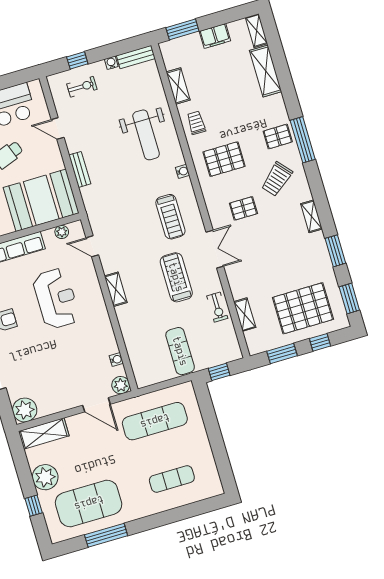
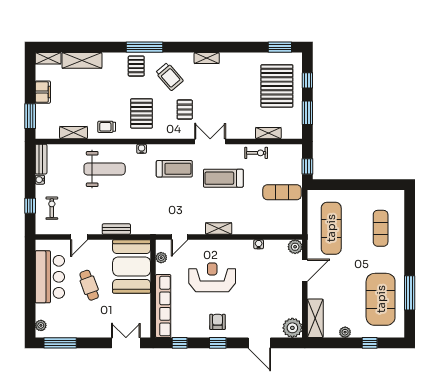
window: (335, 251) -> (239, 47), removed
water cooler: (116, 359) -> (259, 244), moved
plant: (45, 477) -> (345, 332), width x0.53, depth x0.53

